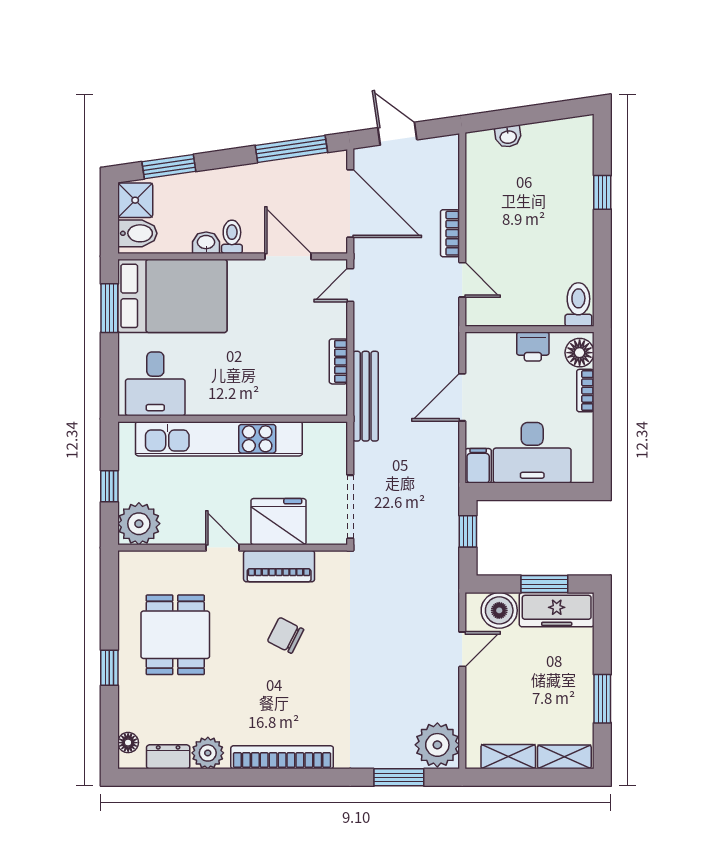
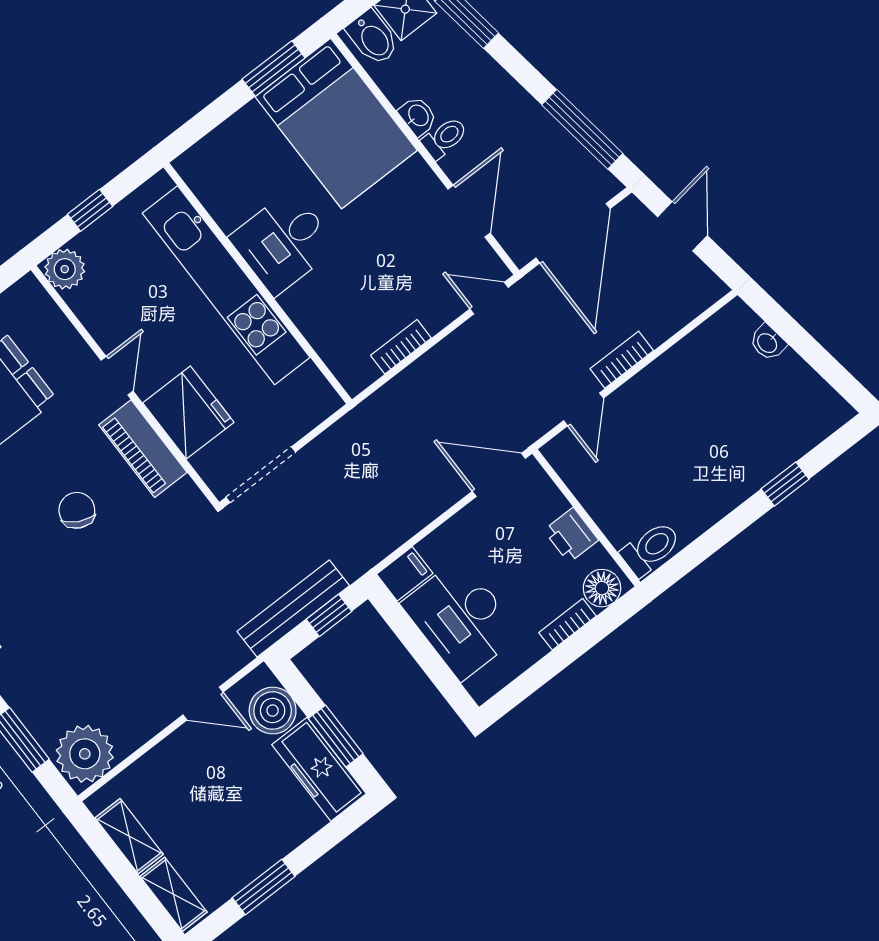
desk: (155, 384) -> (283, 242), moved
bench: (366, 396) -> (293, 608), moved
door: (462, 397) -> (499, 475), moved
plant: (139, 524) -> (65, 269), width x0.73, depth x0.73

